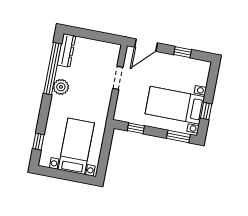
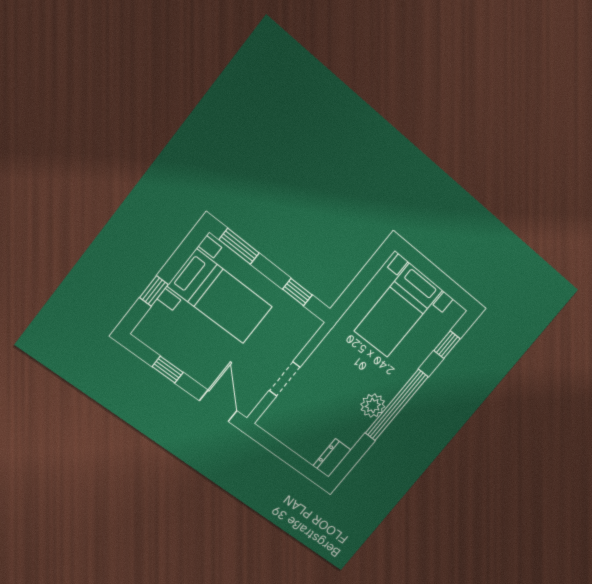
door: (146, 45) -> (218, 406), hinge flipped
dresser: (67, 50) -> (332, 458), width x0.70
window: (52, 69) -> (397, 405), moved
window: (206, 111) -> (154, 291), moved

